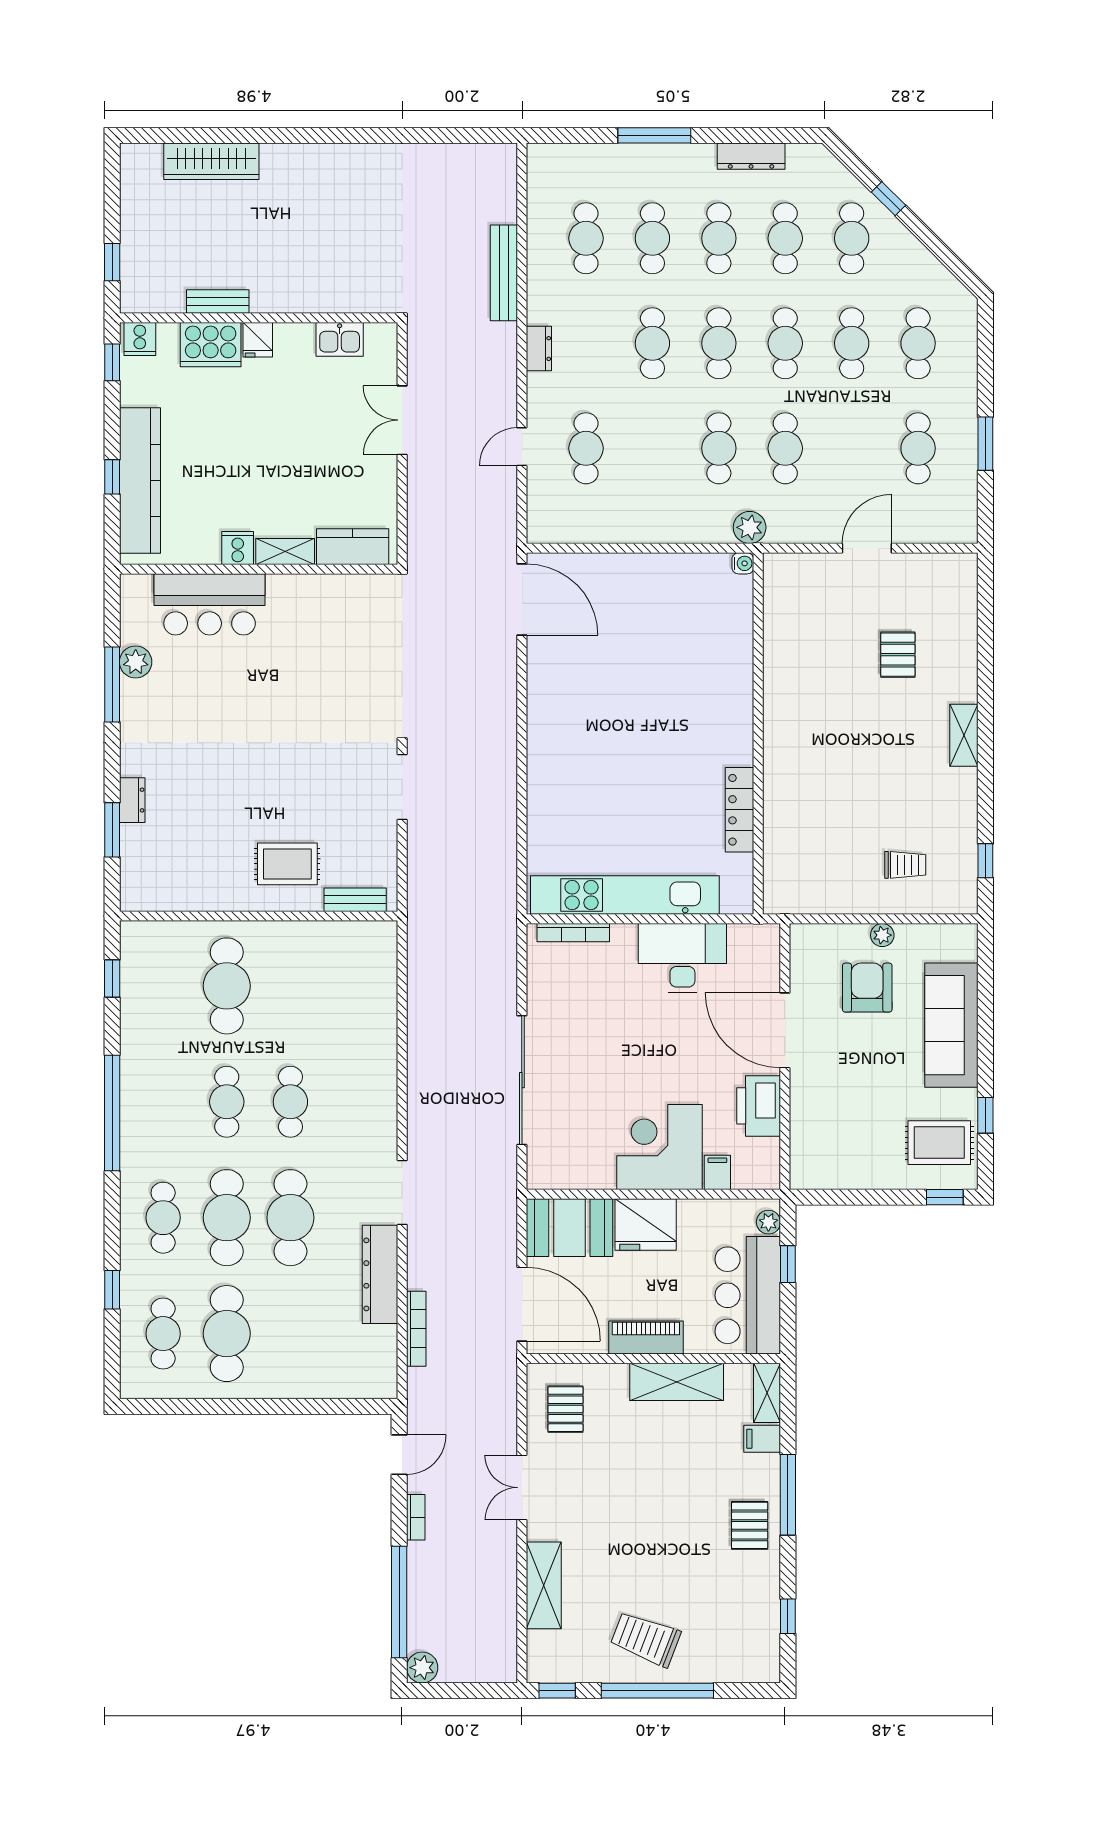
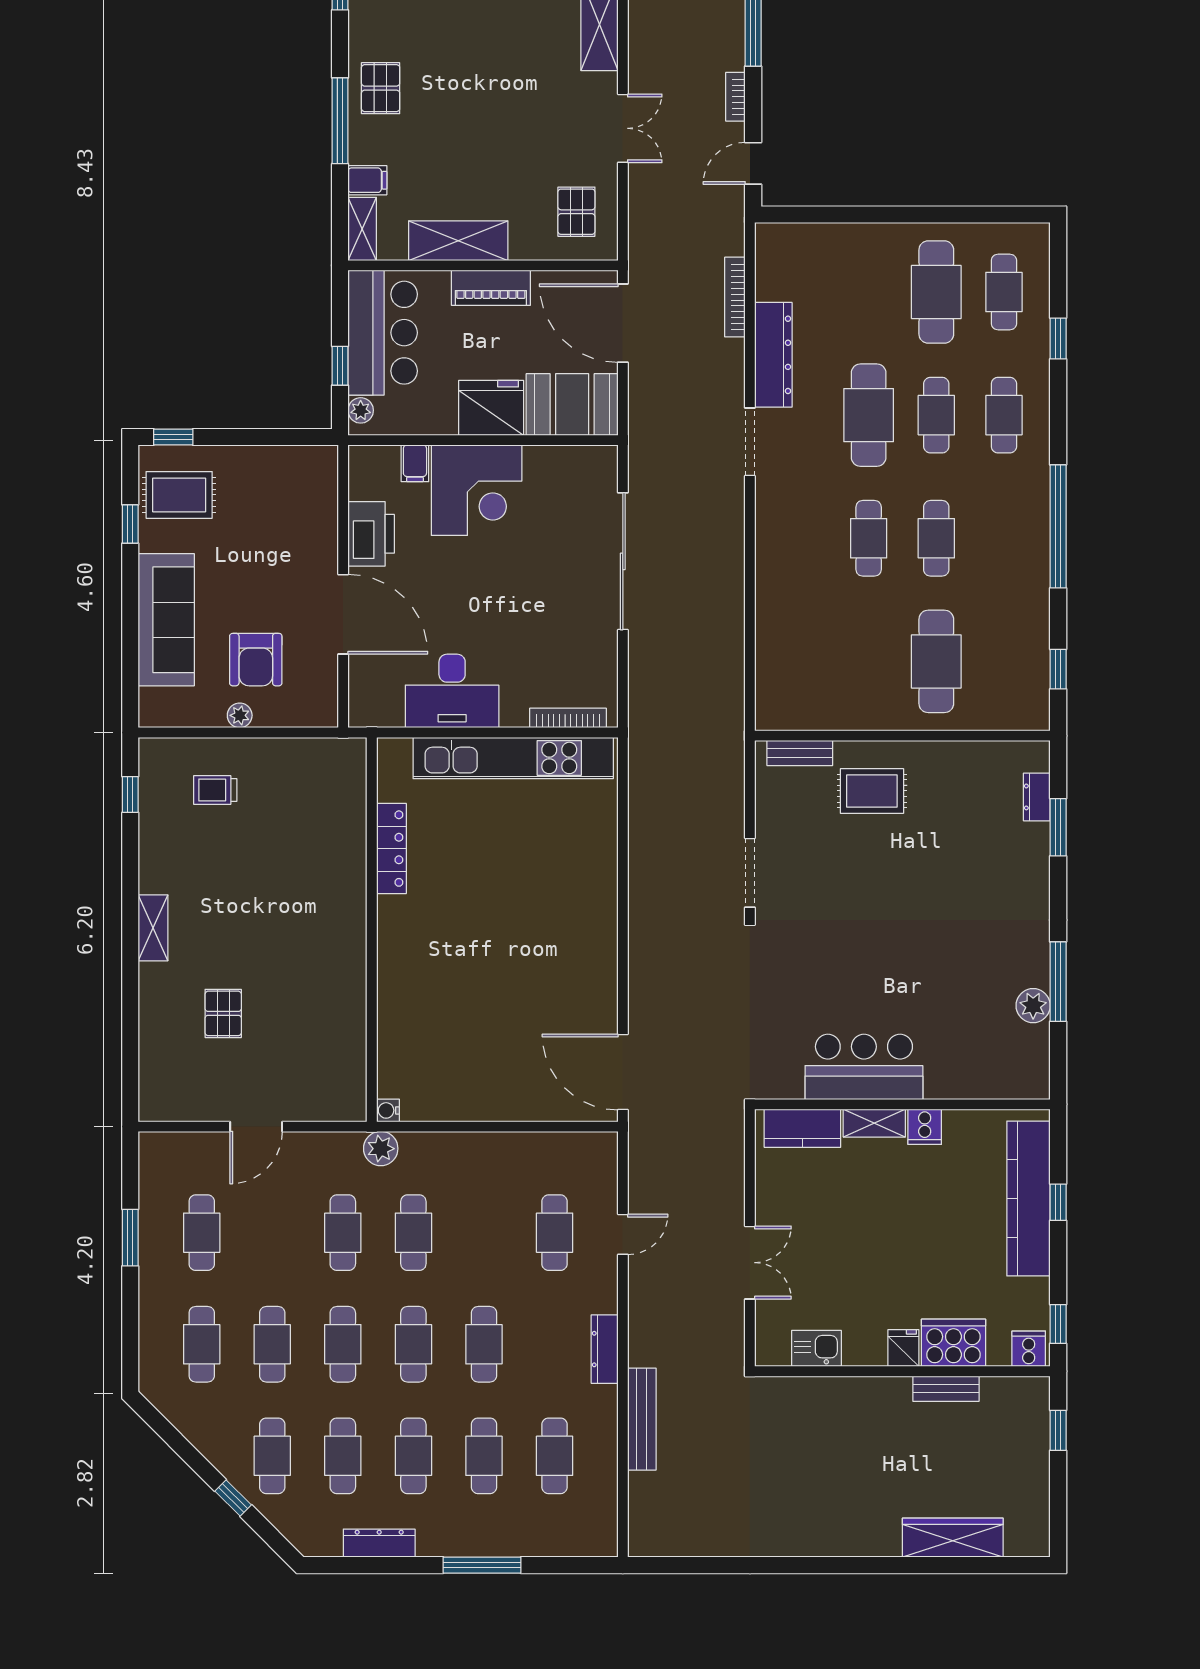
dresser: (539, 349) -> (605, 1349), width x1.44
bar counter: (210, 604) -> (864, 1067), moved
dresser: (132, 800) -> (1037, 797), moved
cafe table: (227, 1218) -> (936, 415), width x0.73, depth x0.74

